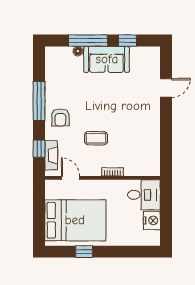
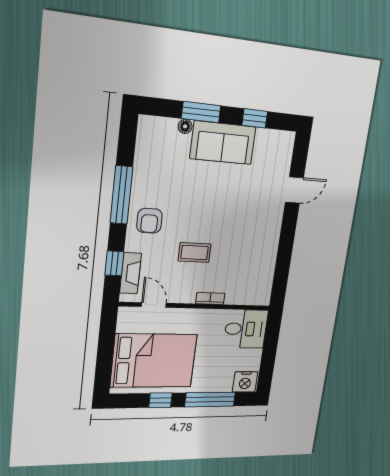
window: (88, 41) -> (201, 112), width x0.69
nightstand: (152, 220) -> (245, 382), moved, turned 90
window: (123, 252) -> (210, 400), added

